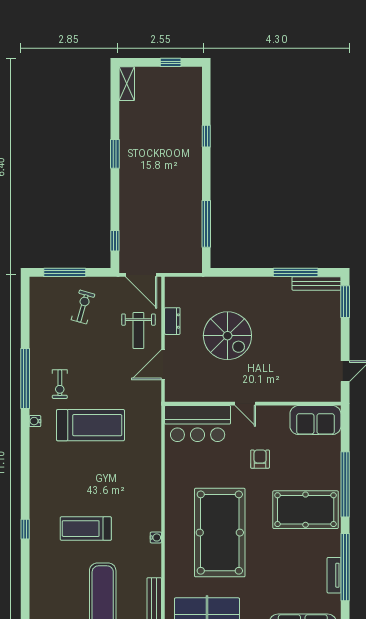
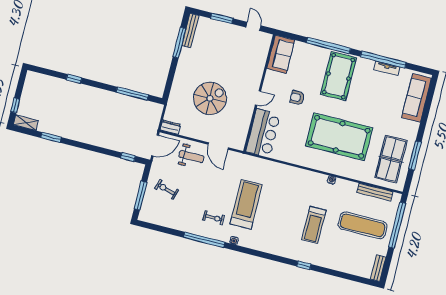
window: (171, 62) -> (15, 105), moved
window: (115, 154) -> (51, 137), moved
window: (345, 302) -> (222, 18), moved
dresser: (172, 321) -> (170, 127), moved

